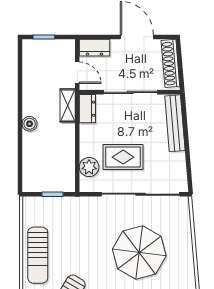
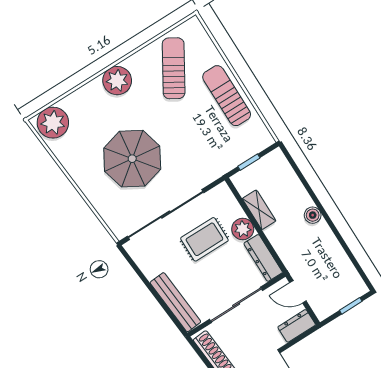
shelving: (68, 105) -> (259, 210), moved
dresser: (87, 109) -> (263, 258), width x1.44
plant: (89, 167) -> (243, 229), moved

